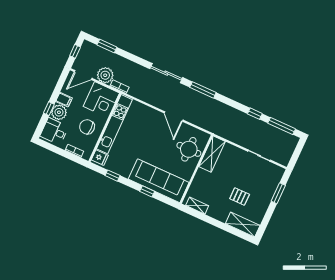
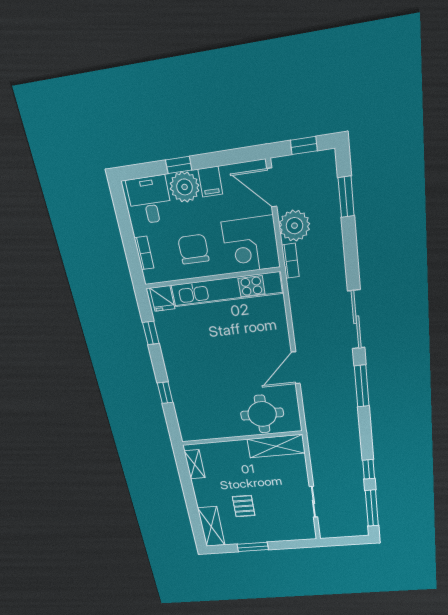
sofa: (159, 181) -> (191, 399), removed
window: (278, 193) -> (253, 547), moved

